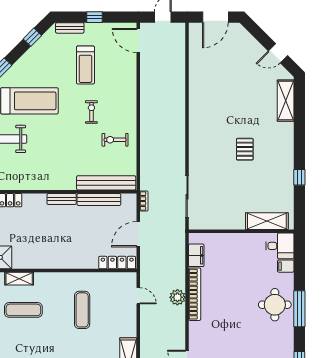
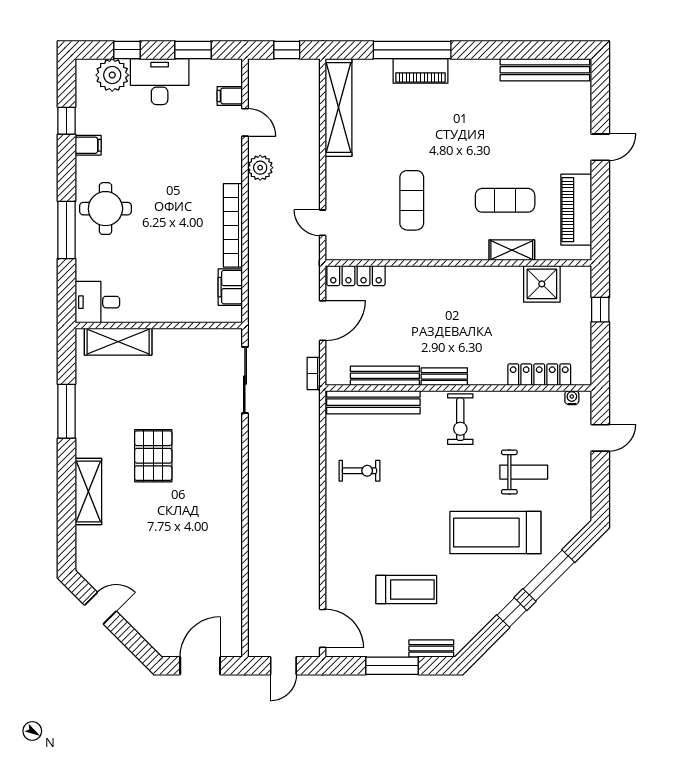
window: (94, 17) -> (392, 666), width x2.17
window: (32, 37) -> (512, 613), moved
treadmill: (85, 65) -> (406, 590), turned 90
shelving: (286, 101) -> (88, 491), moved
exercise bike: (91, 112) -> (460, 419), moved, width x1.38, depth x1.39
pallet: (245, 149) -> (153, 456), width x1.50, depth x1.42
window: (299, 177) -> (66, 411), width x2.17
filing cabinet: (286, 266) -> (88, 145), moved
plant: (177, 297) -> (260, 168), moved
window: (299, 309) -> (66, 230), moved

